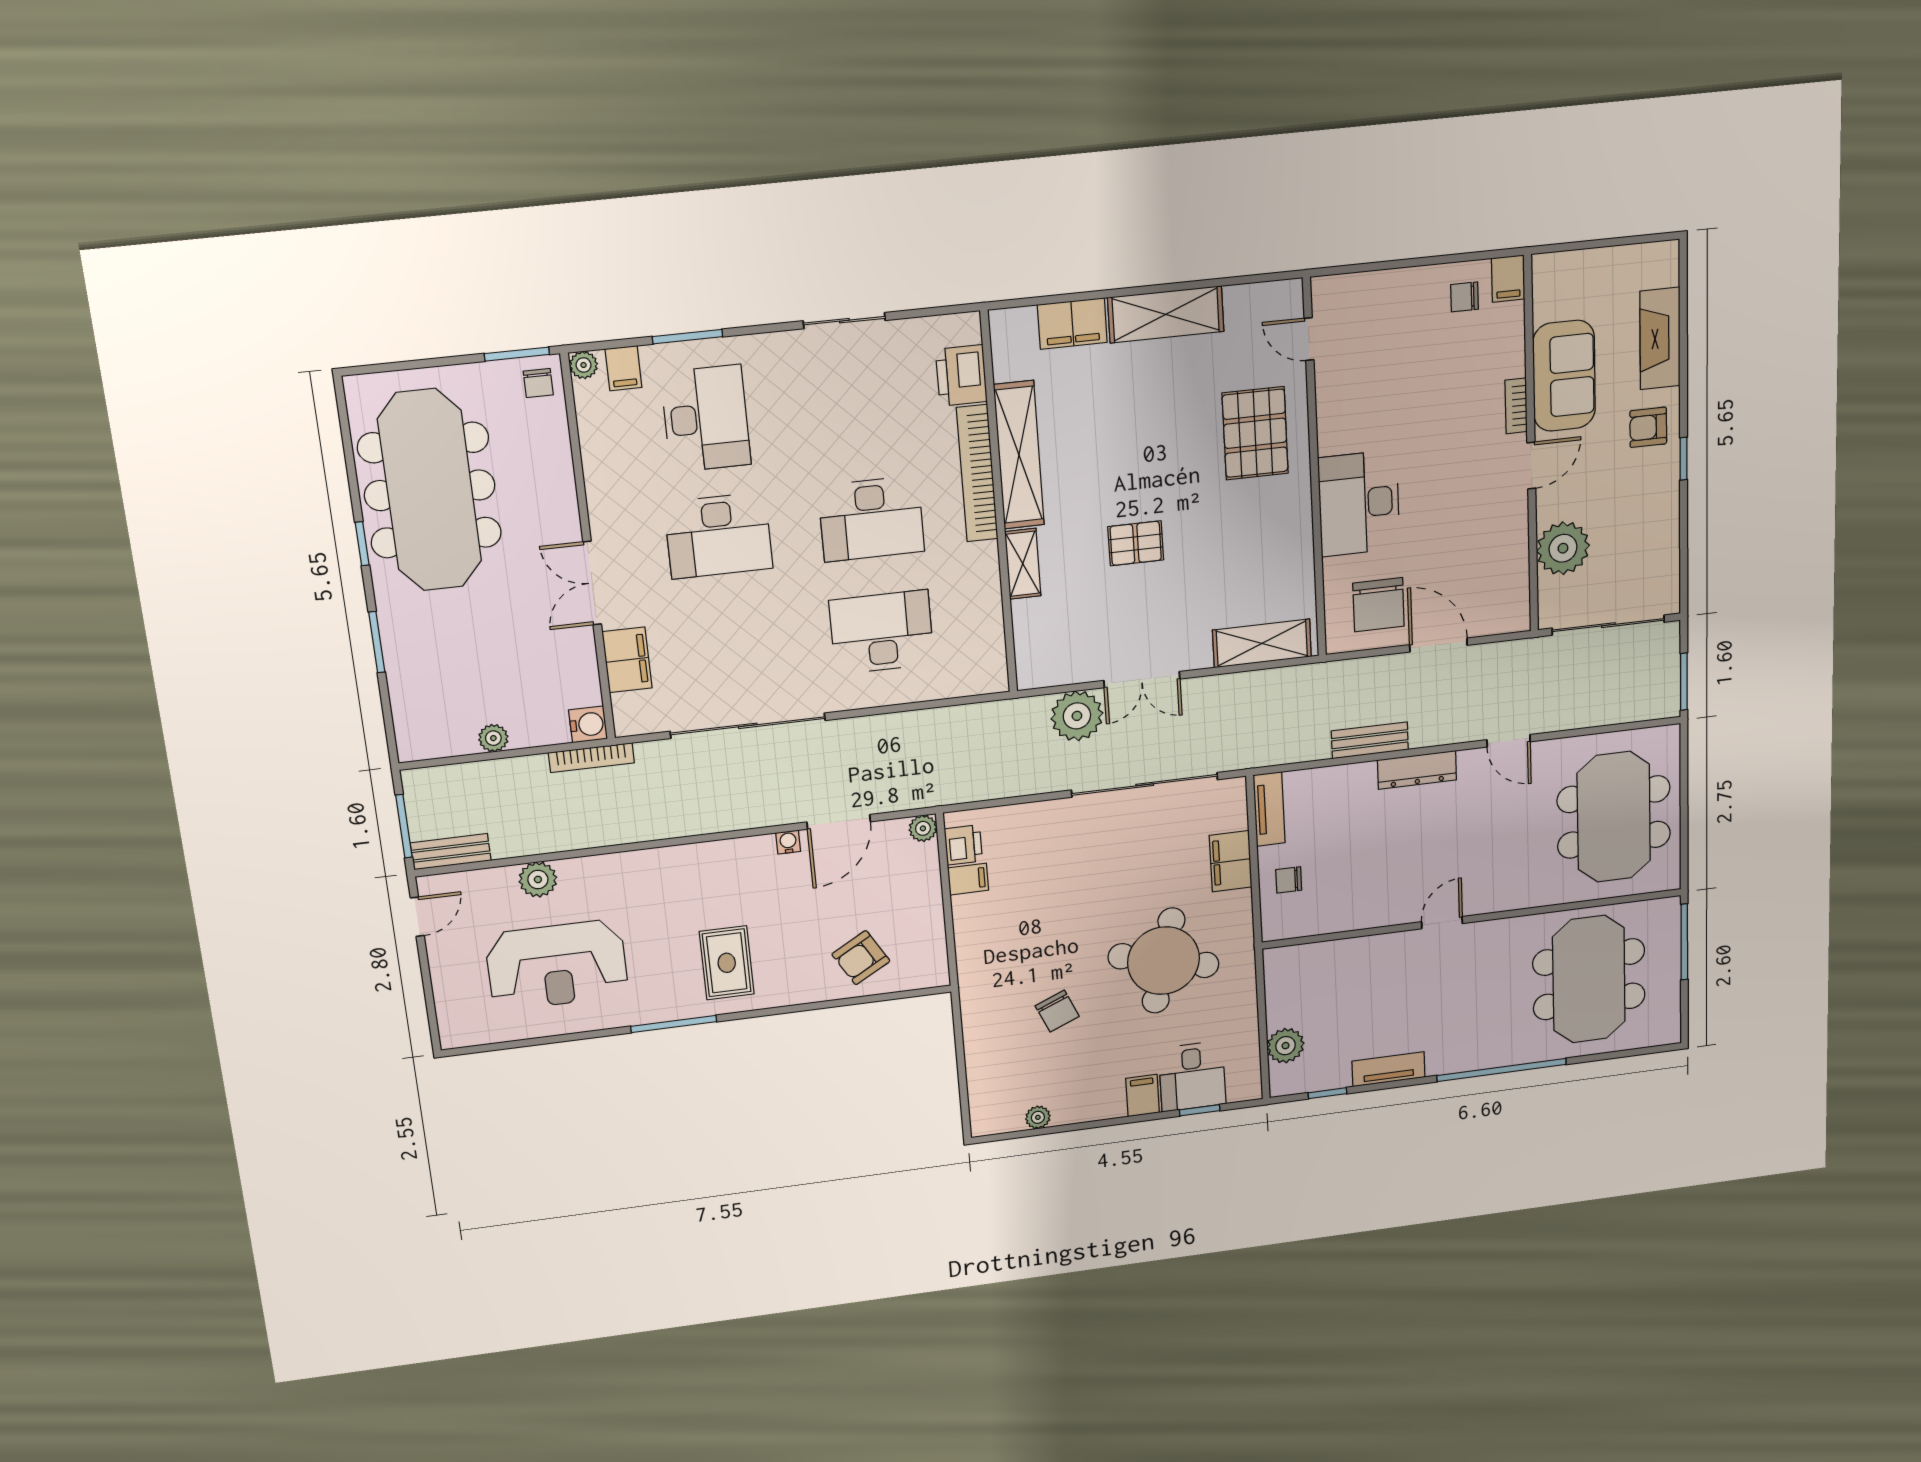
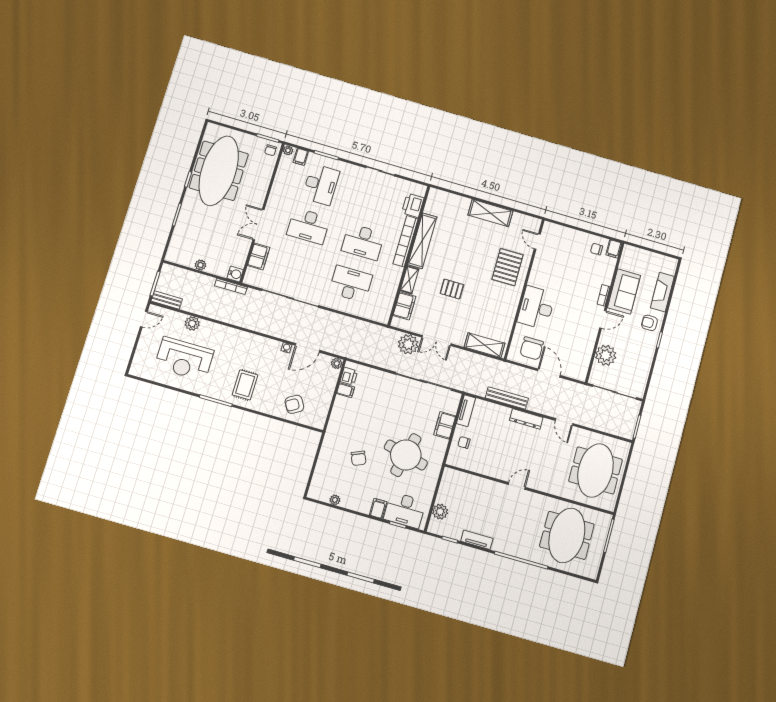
filing cabinet: (1072, 324) -> (404, 306), moved, turned -90
bench: (1370, 740) -> (507, 398), width x1.36
desk: (1192, 1076) -> (405, 510), width x1.37

